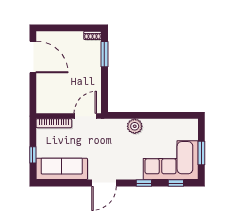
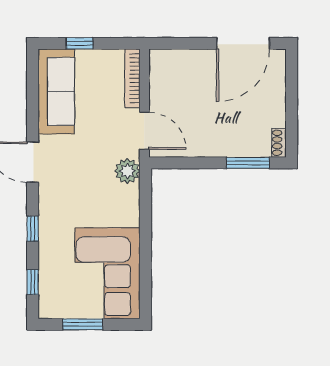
plant: (135, 126) -> (127, 171), moved
corner sofa: (171, 160) -> (107, 273), moved, turned 180

